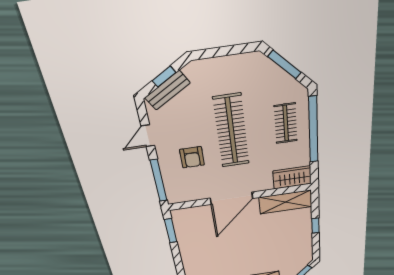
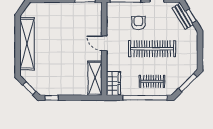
armchair: (192, 157) -> (138, 23), turned 90
door: (231, 198) -> (104, 43), width x0.53
window: (315, 226) -> (52, 98), moved

